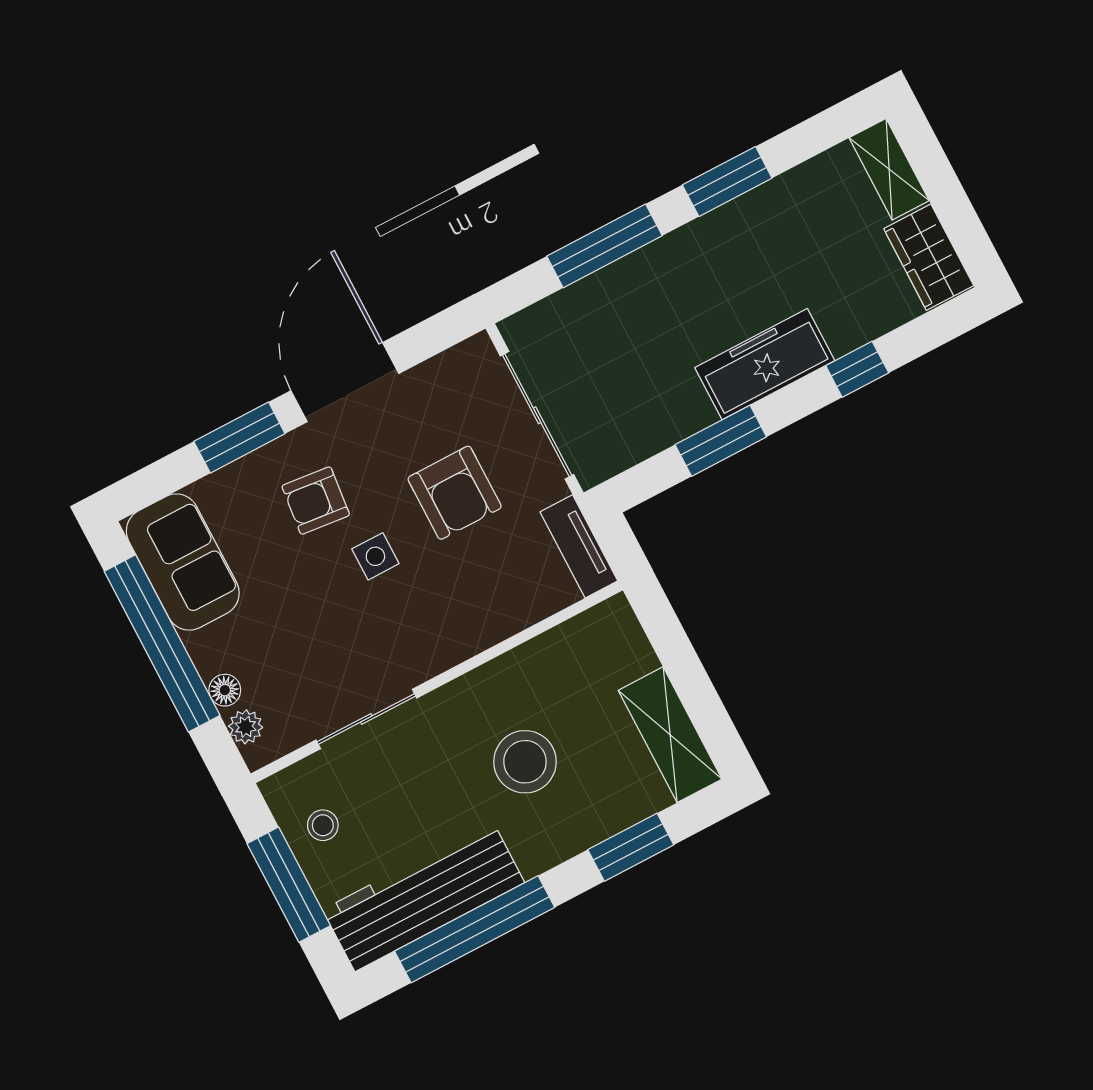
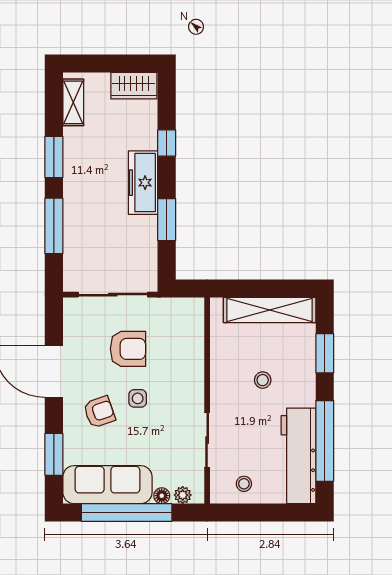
shelving: (889, 169) -> (73, 102), moved, turned 90
window: (239, 438) -> (54, 454), moved
armchair: (316, 501) -> (99, 412), turned -115
tv unit: (579, 546) -> (180, 307), removed
sofa: (183, 562) -> (107, 485), width x1.36
shelving: (670, 735) -> (270, 310), width x1.47
stool: (525, 762) -> (263, 380), width x0.53, depth x0.53
window: (289, 885) -> (262, 513), removed

